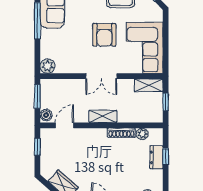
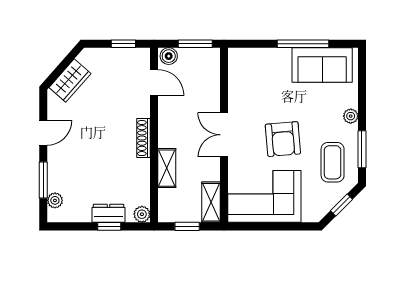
armchair: (104, 35) -> (283, 139), turned -95
plant: (47, 66) -> (238, 58), removed
shelving: (103, 116) -> (167, 168), moved
shoe rack: (121, 133) -> (143, 138), moved
plant: (142, 134) -> (142, 214), moved

